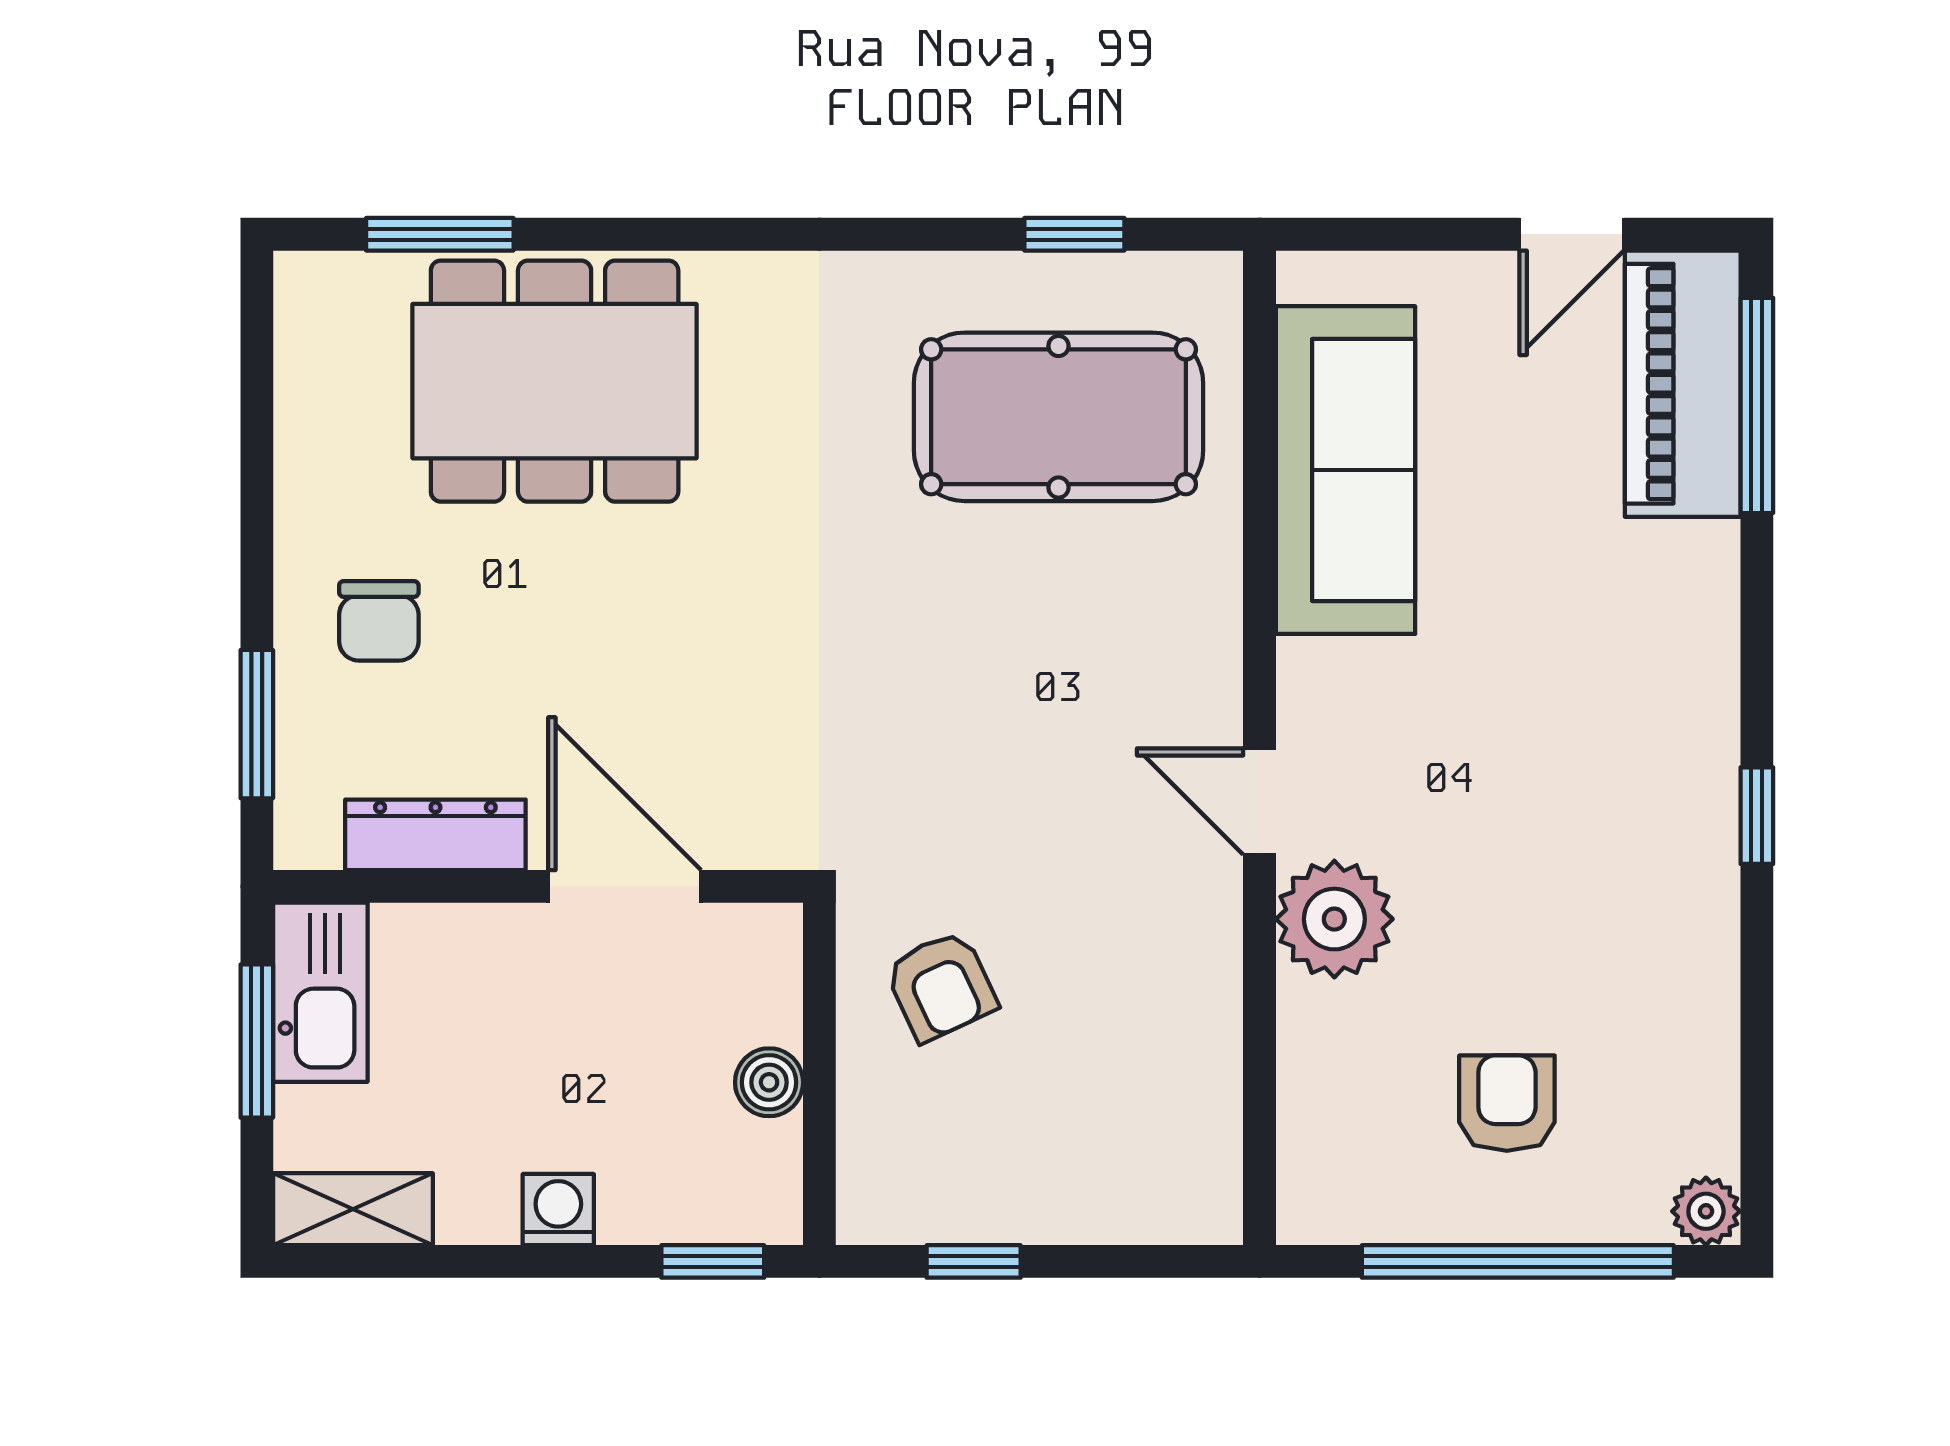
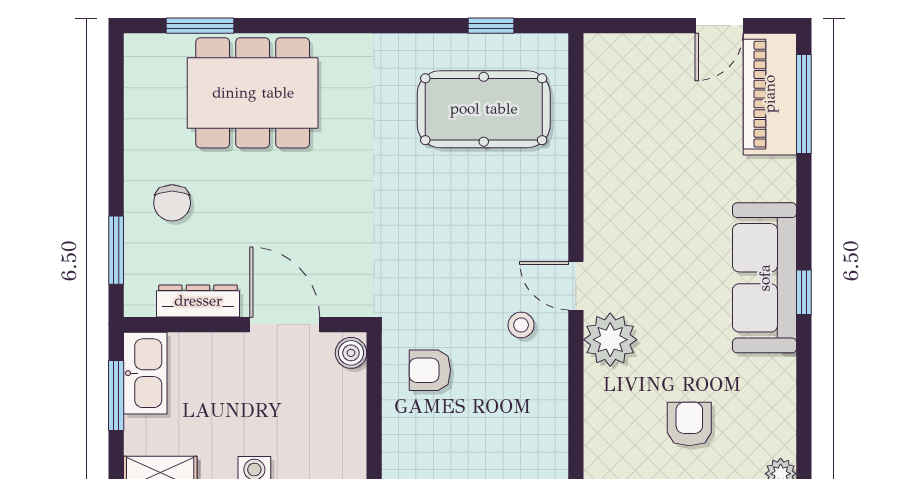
sofa: (1345, 470) -> (765, 278), moved, turned 180
stool: (1140, 887) -> (521, 325), added
armchair: (941, 986) -> (430, 370), turned 115
boiler: (769, 1082) -> (351, 353), moved

